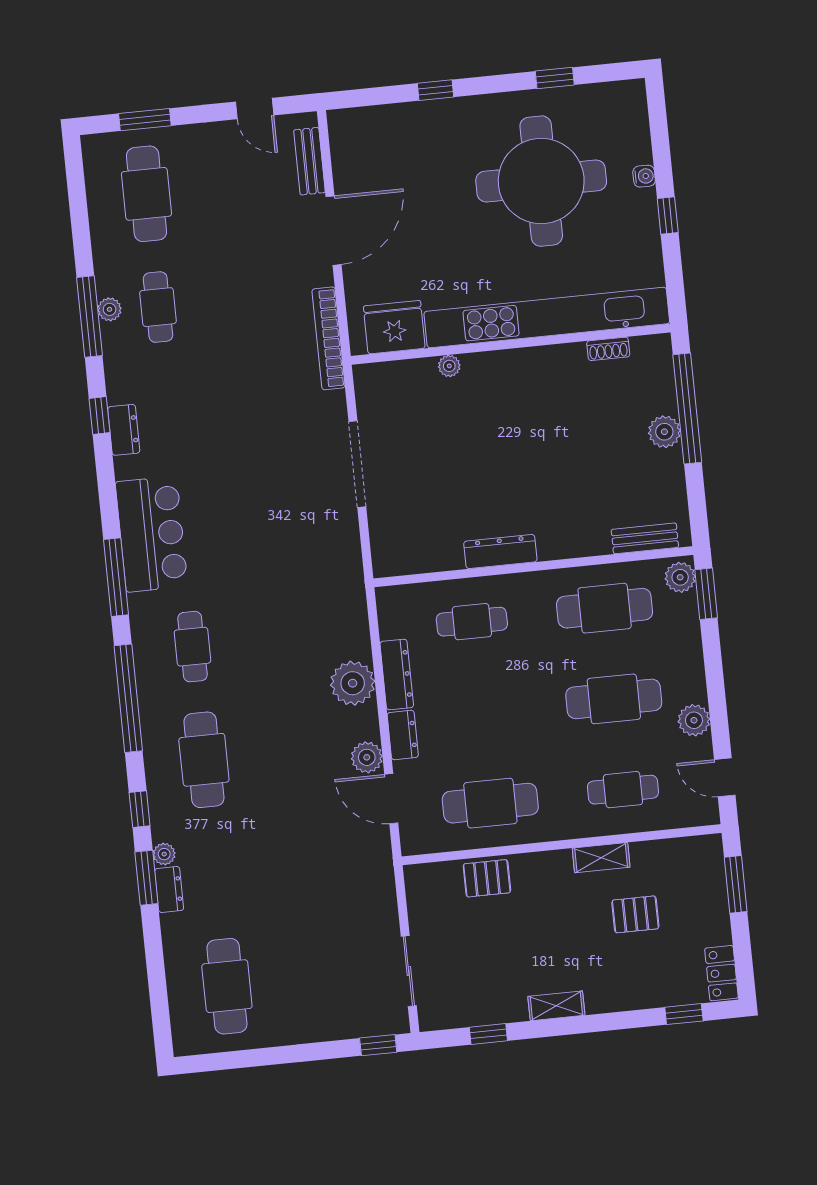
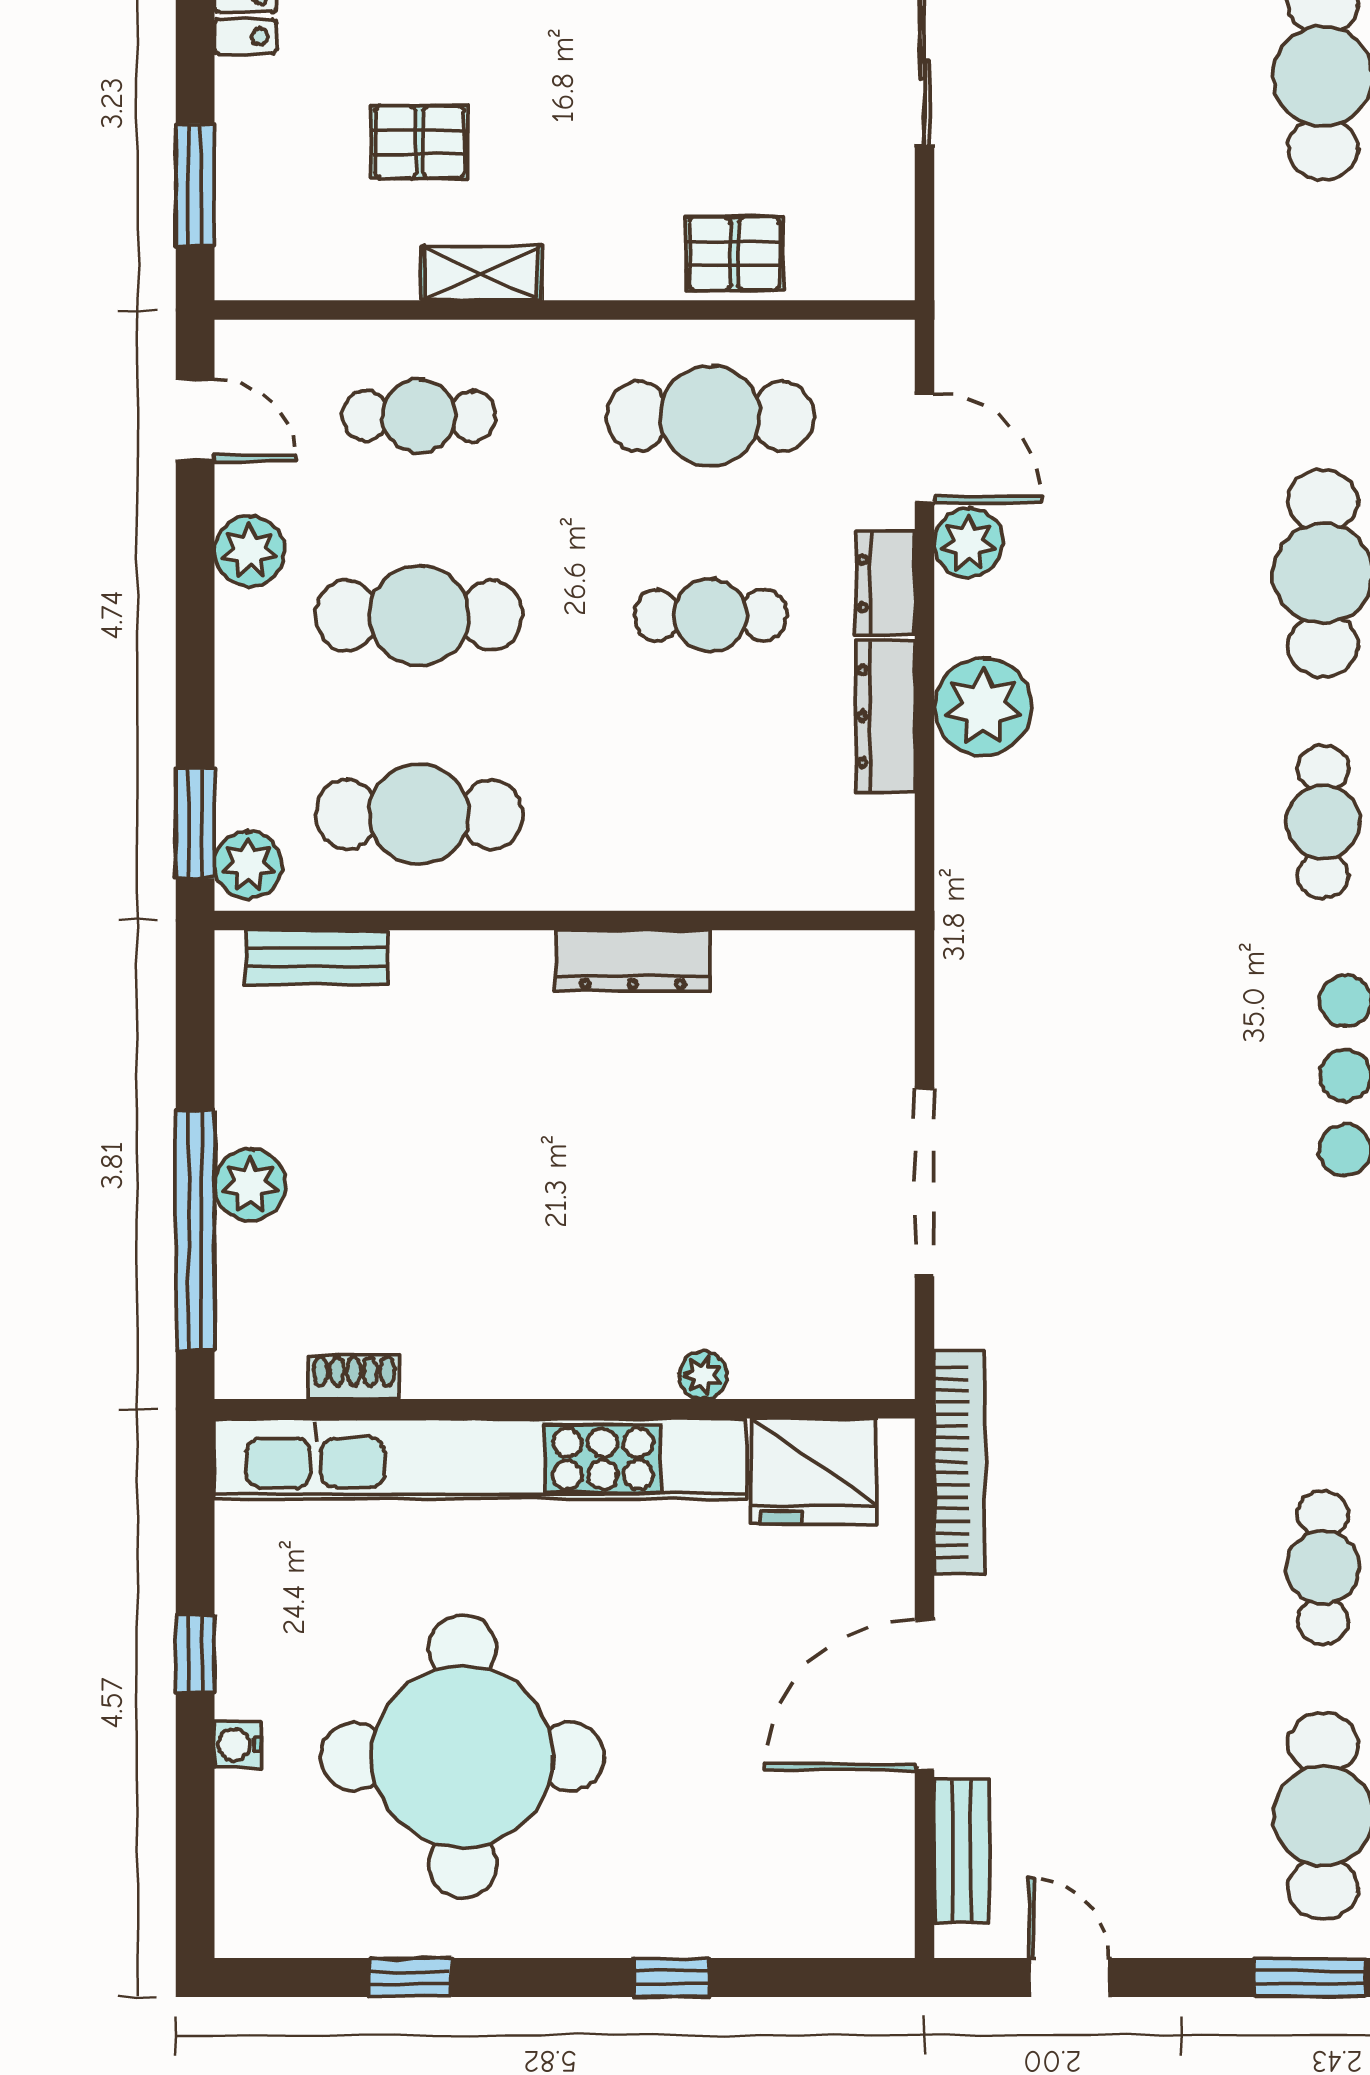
cafe table: (472, 622) -> (710, 615), moved

